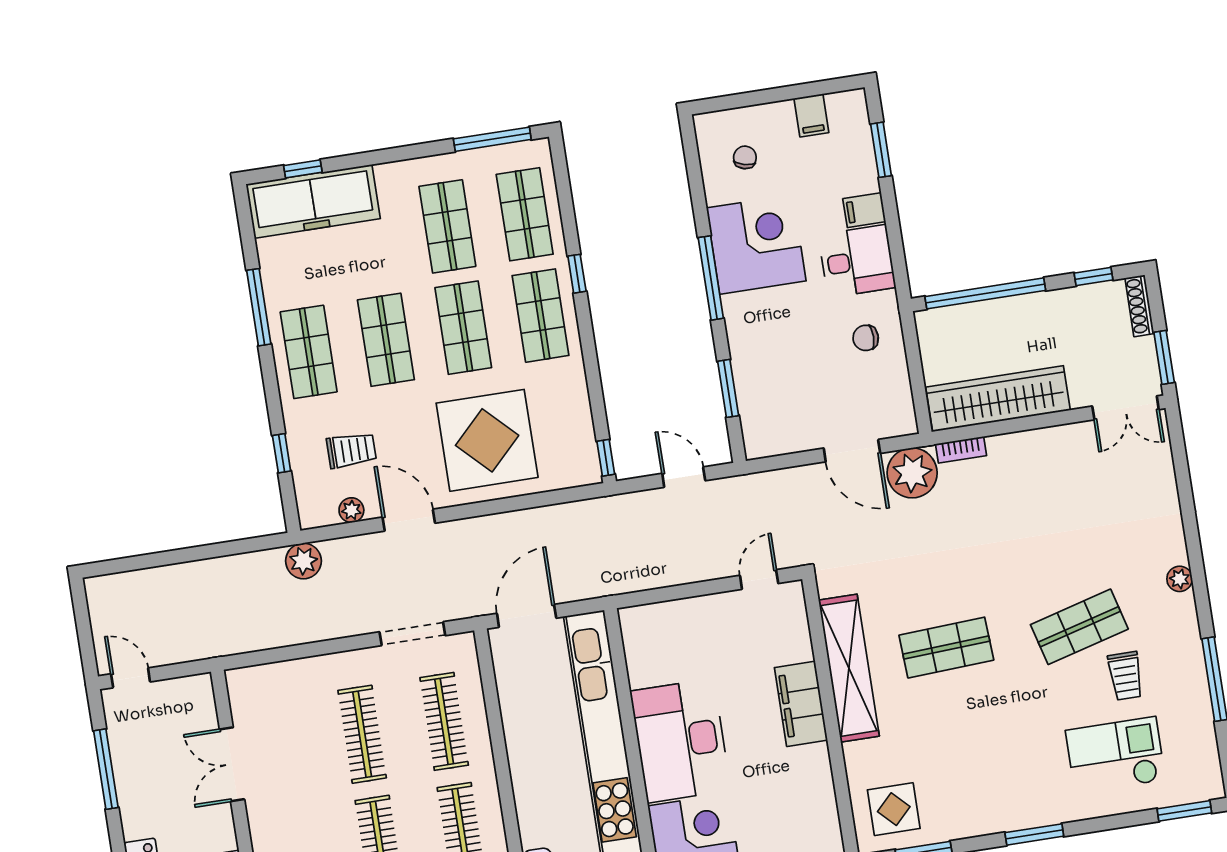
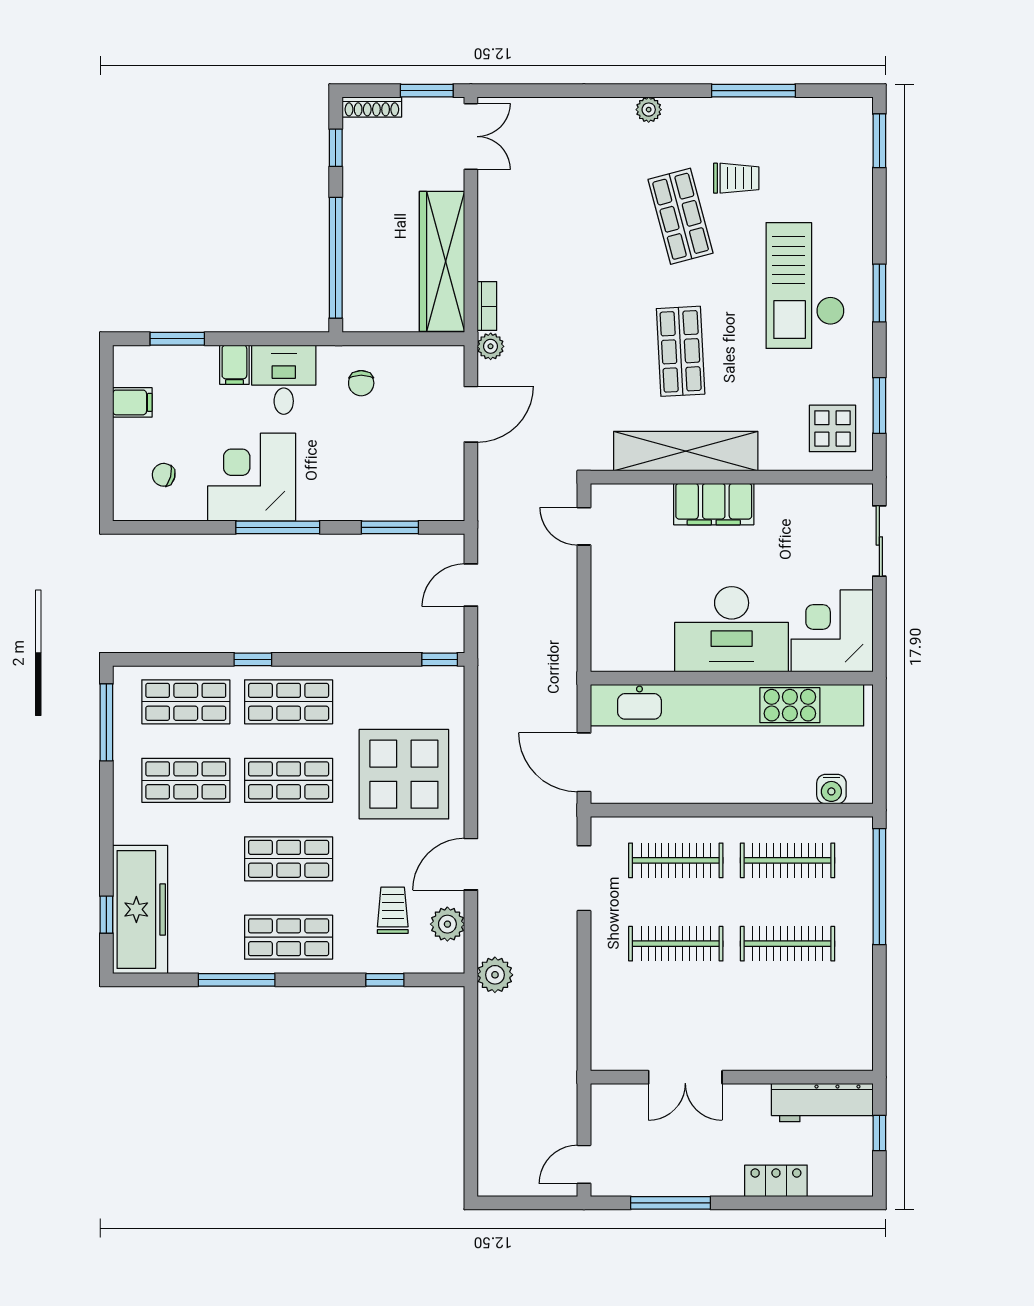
plant: (912, 473) -> (491, 346), width x0.53, depth x0.53
plant: (351, 510) -> (447, 924), width x1.38, depth x1.38
checkout: (1115, 755) -> (805, 286), moved, width x1.36, depth x1.21

